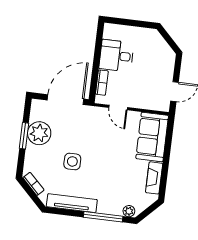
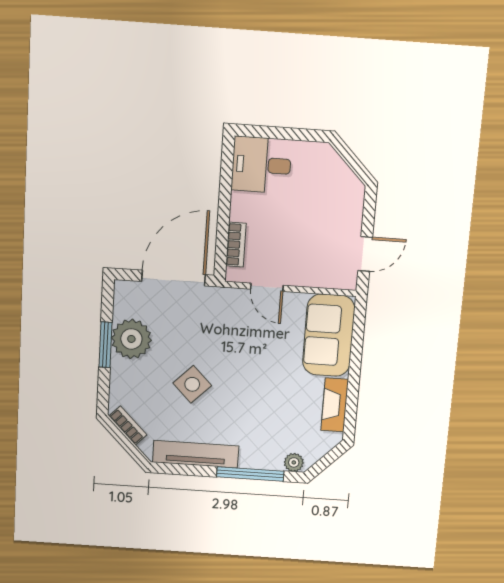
desk: (116, 56) -> (261, 165), moved
side table: (72, 161) -> (192, 384), turned 45

